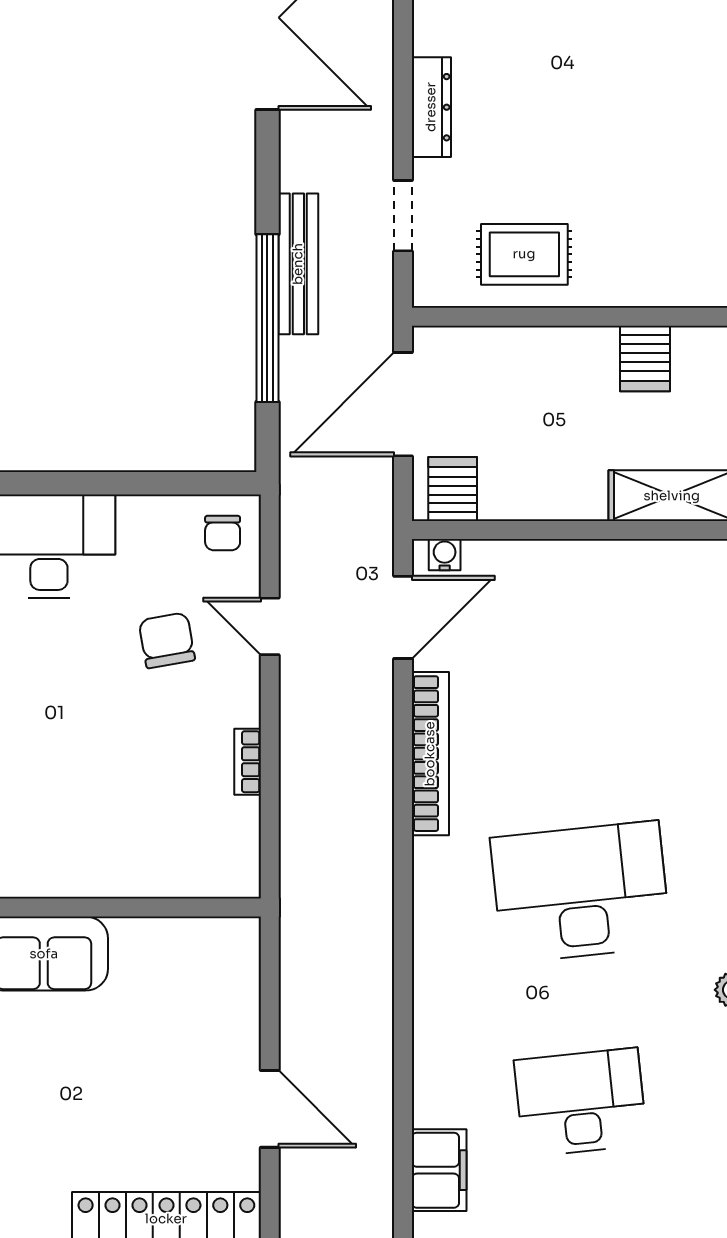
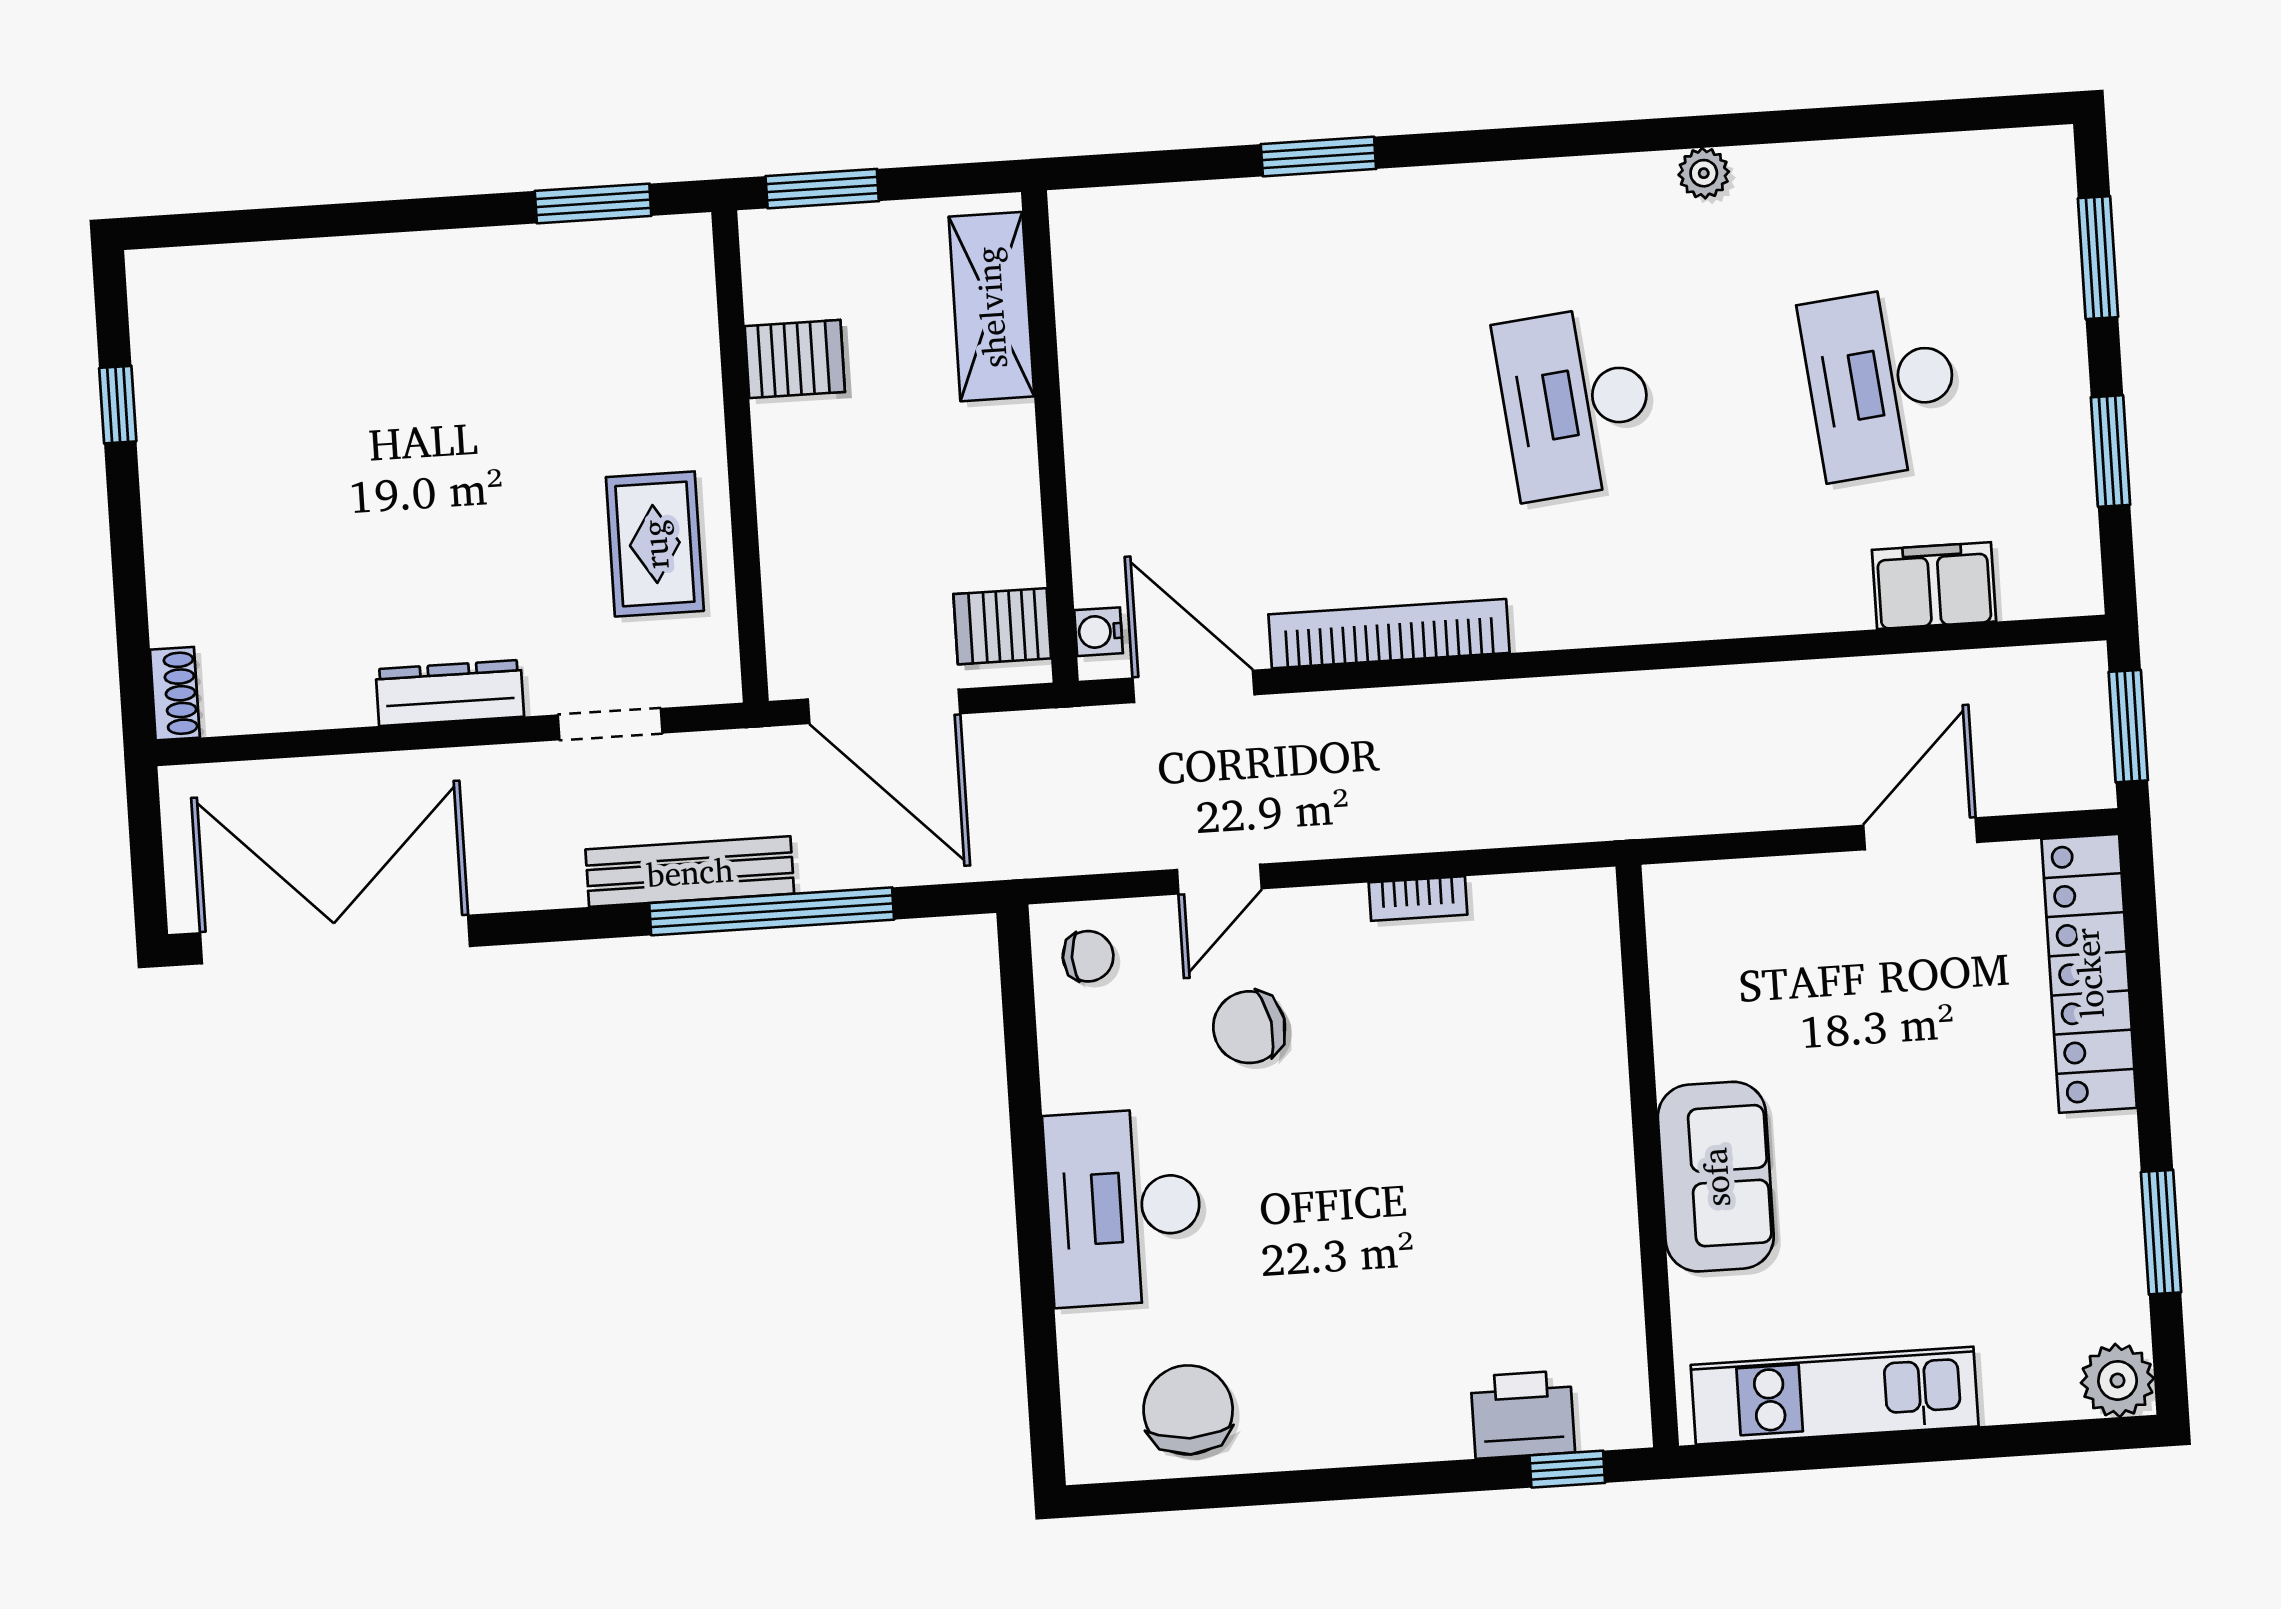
desk: (581, 892) -> (1576, 402), width x0.73, depth x0.77
filing cabinet: (439, 1170) -> (1934, 586), moved

